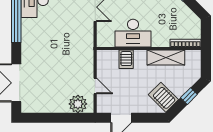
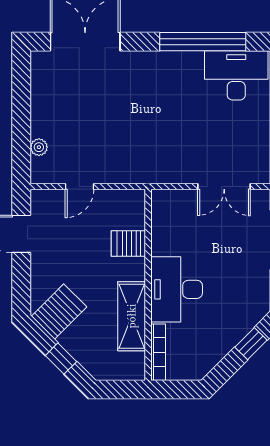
desk: (133, 33) -> (177, 289), moved
plant: (78, 104) -> (39, 147), width x0.53, depth x0.53

